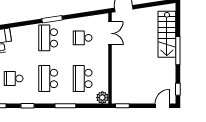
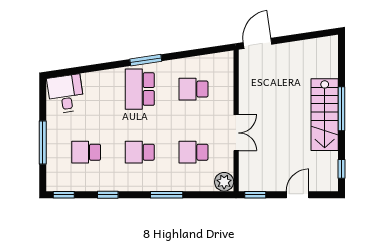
double door: (110, 33) -> (236, 133), moved
stairs: (167, 34) -> (325, 115), moved
school desk: (48, 78) -> (140, 152), width x0.54
school desk: (83, 78) -> (194, 152), width x0.54
door: (162, 106) -> (298, 195), moved

